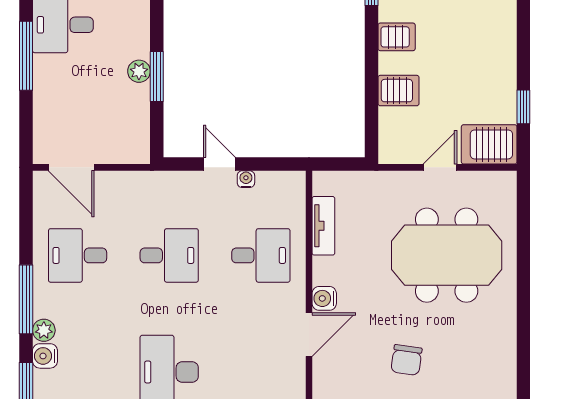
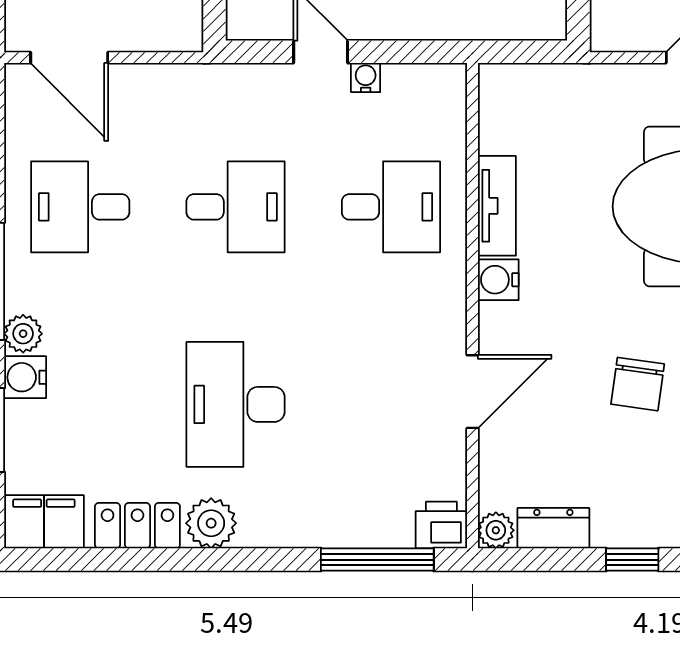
tv unit: (323, 226) -> (497, 206), moved
door: (309, 335) -> (472, 392), moved

